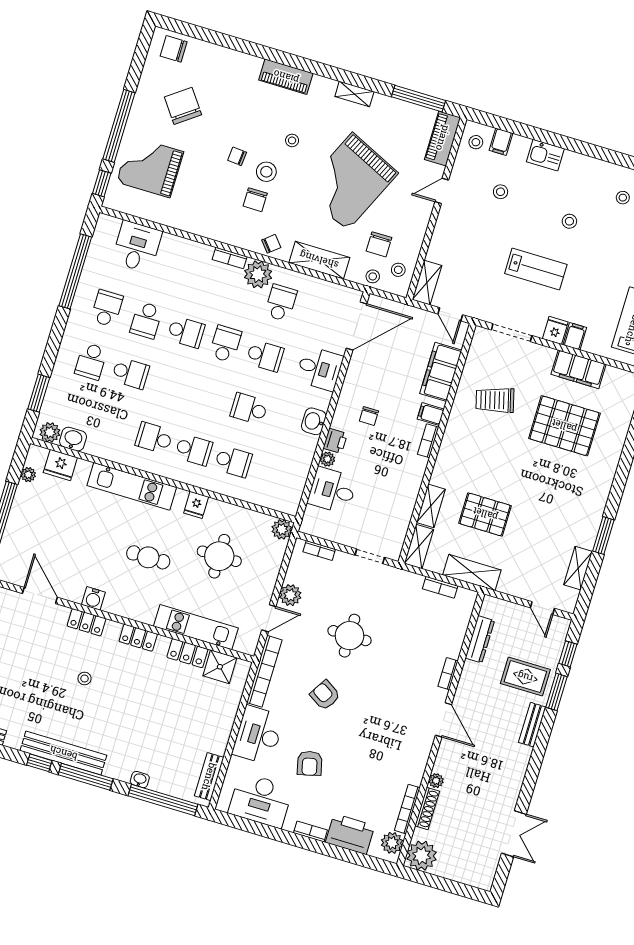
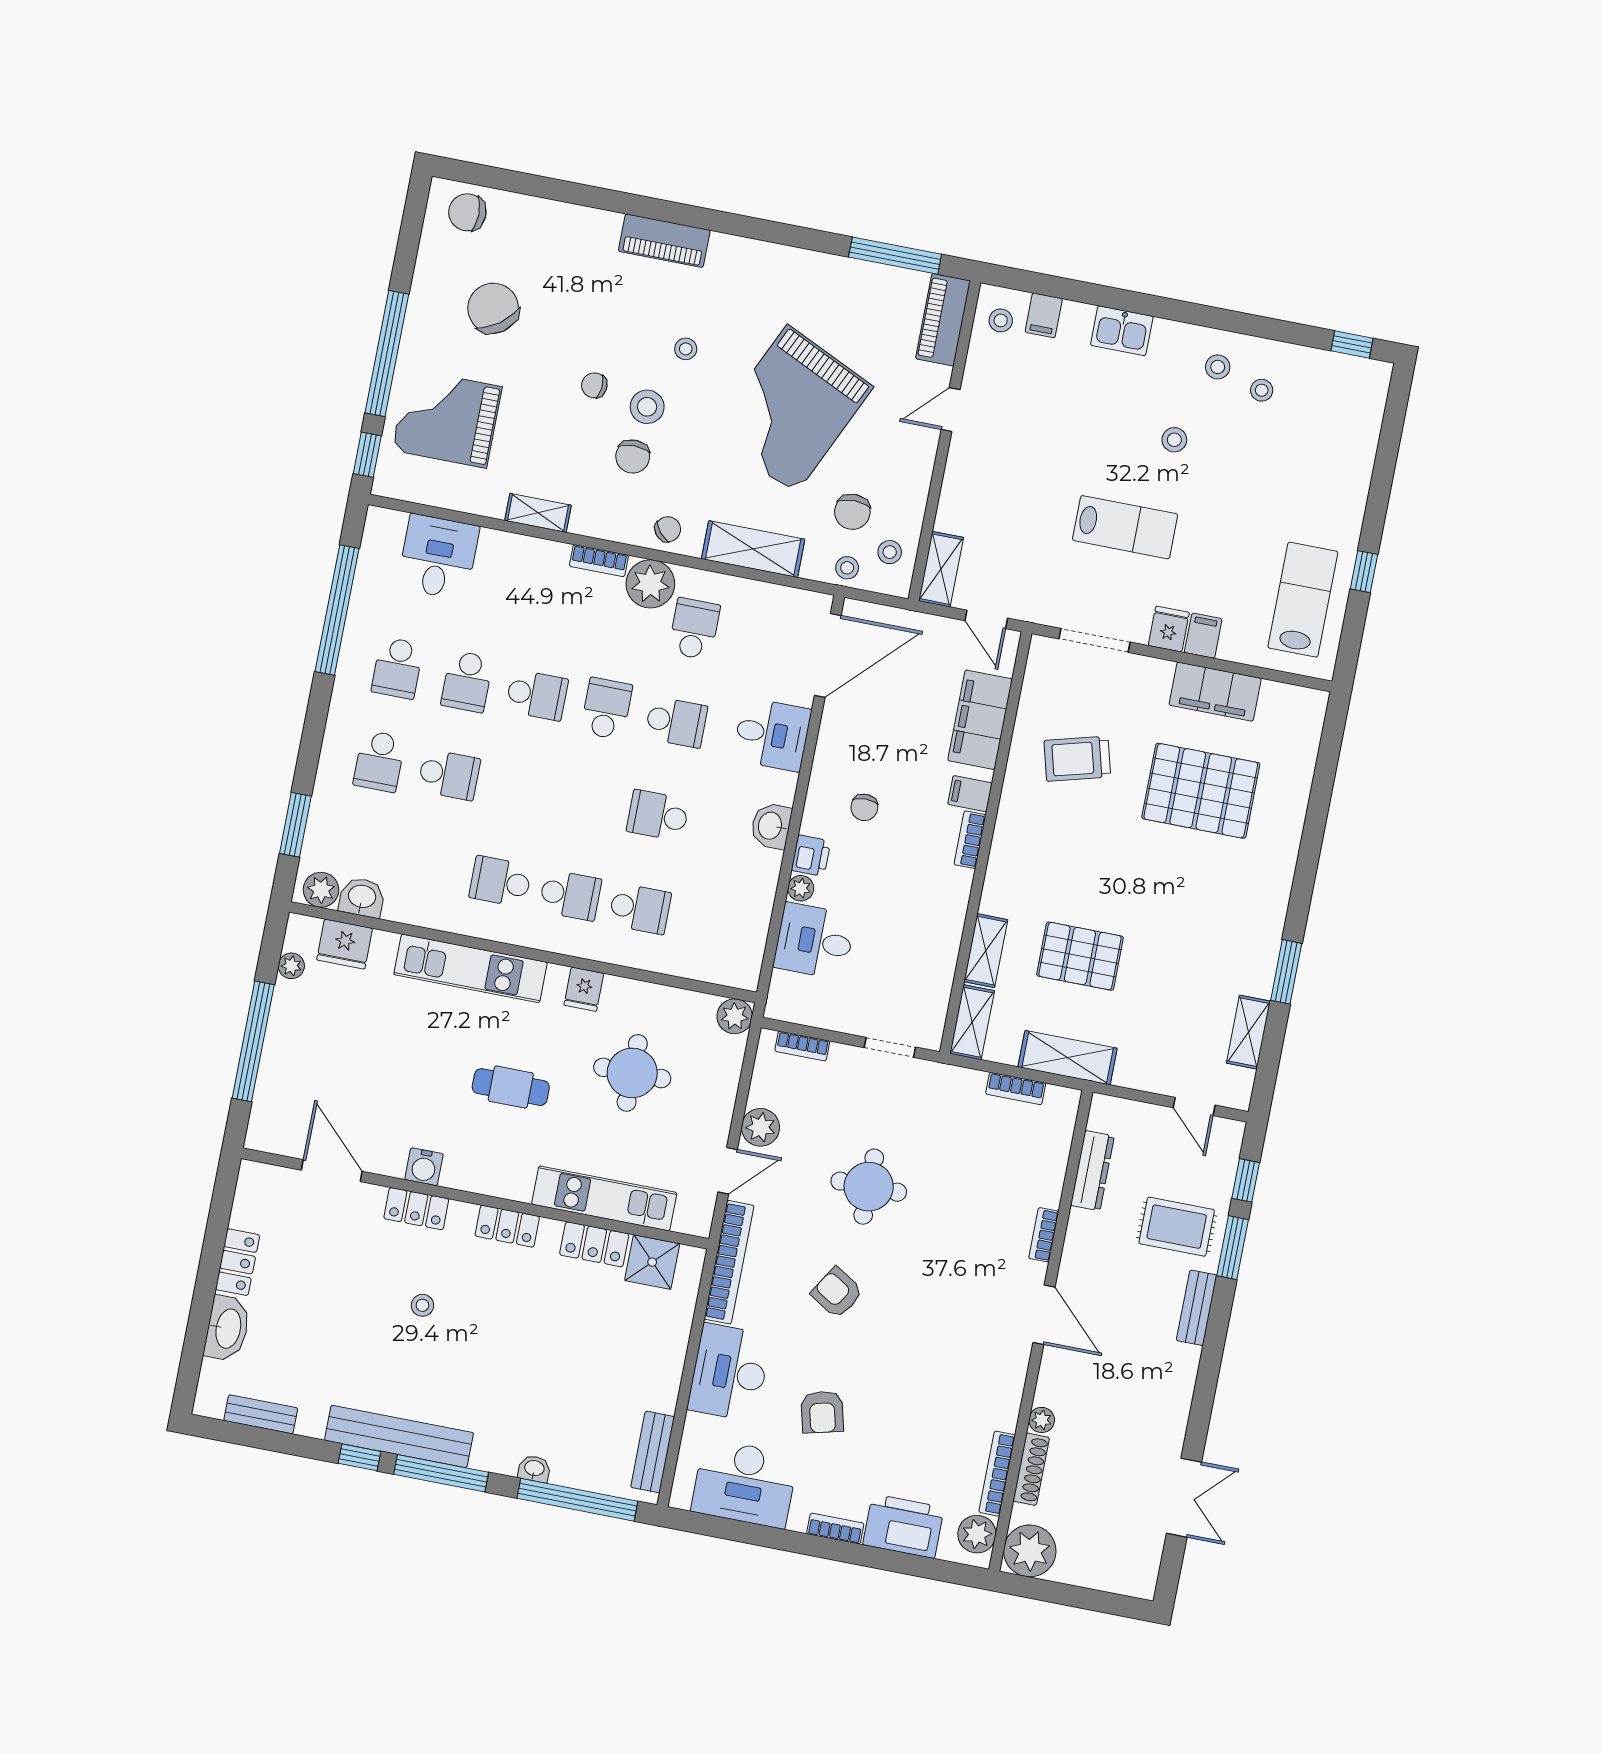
shelving: (354, 94) -> (538, 513), moved
stool: (501, 192) -> (1218, 367), moved
school desk: (107, 308) -> (397, 668), turned 180

